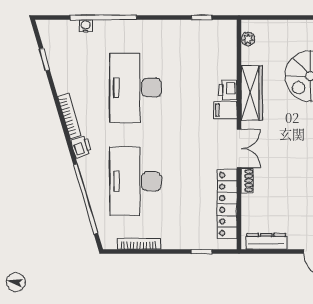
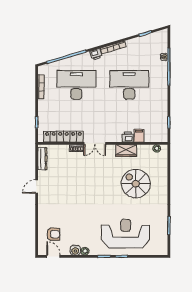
wardrobe: (252, 93) -> (126, 151), width x0.67
filing cabinet: (225, 110) -> (139, 136), moved

